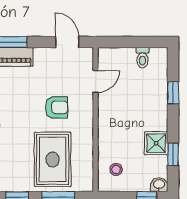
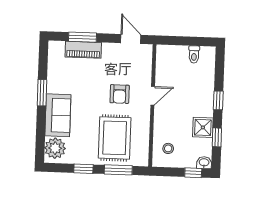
door: (96, 81) -> (153, 96), moved
window: (173, 93) -> (218, 100), moved
armchair: (57, 107) -> (120, 94), turned 90

